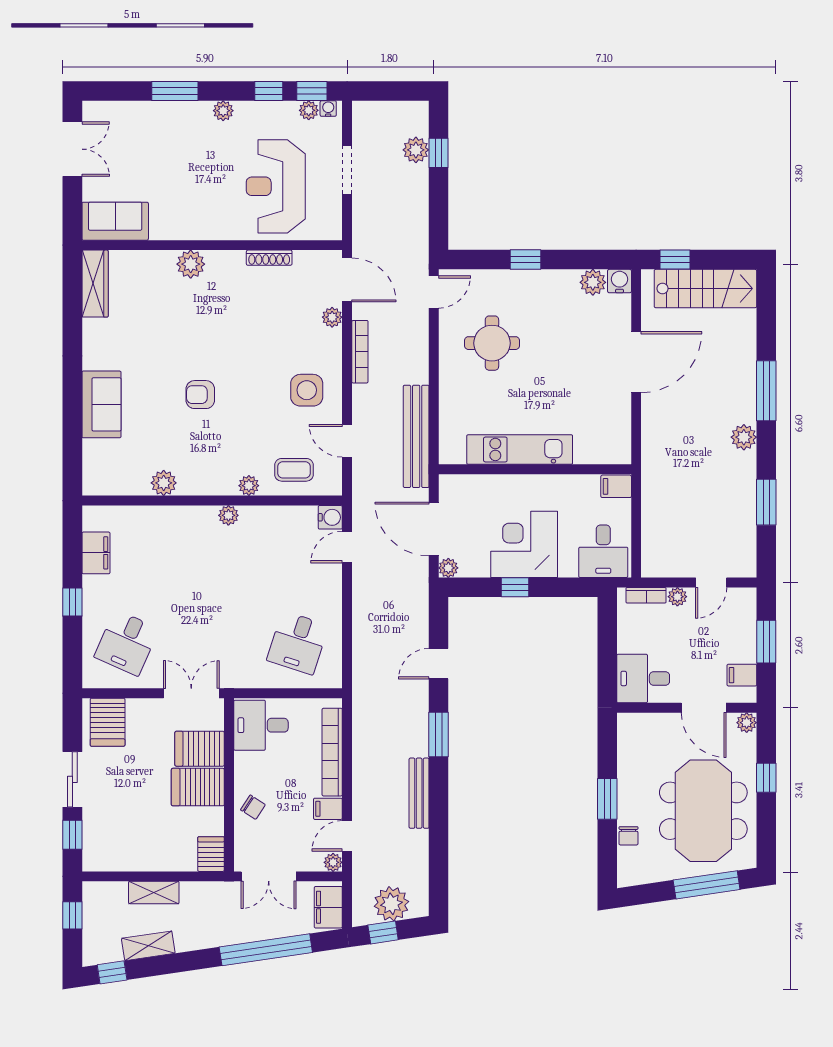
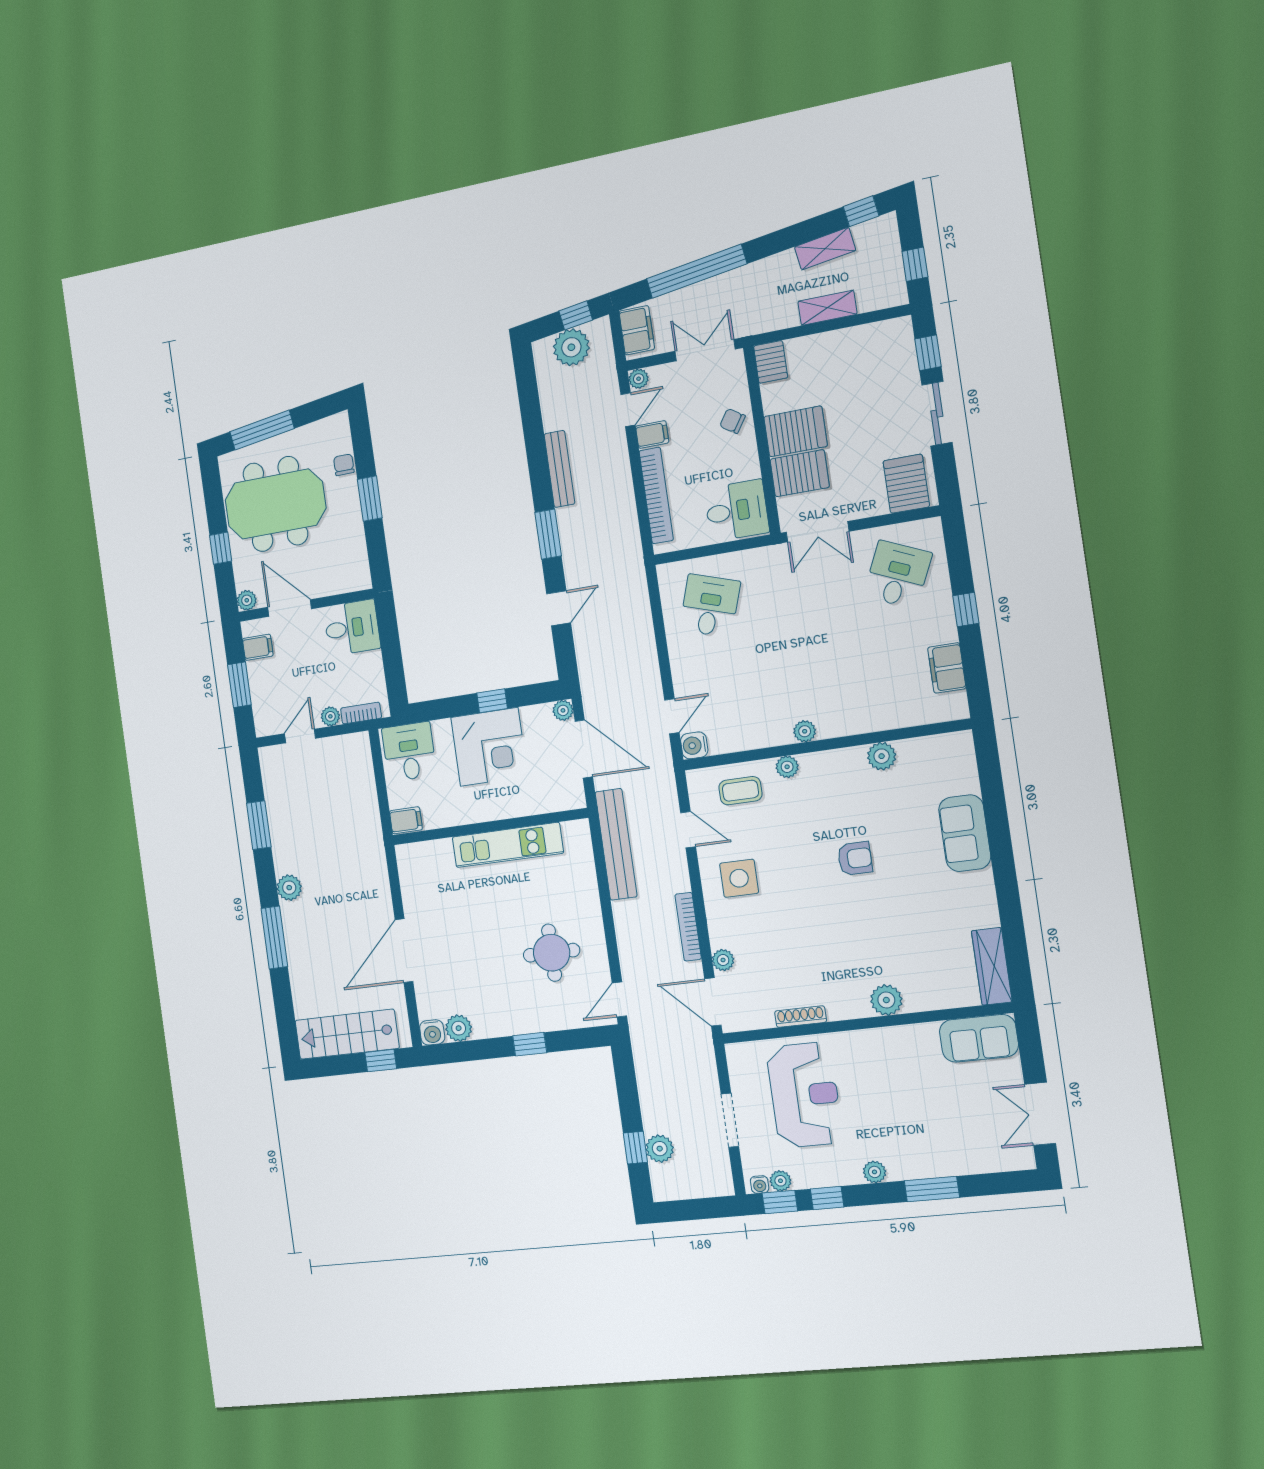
meeting table: (703, 811) -> (275, 504), turned 90

